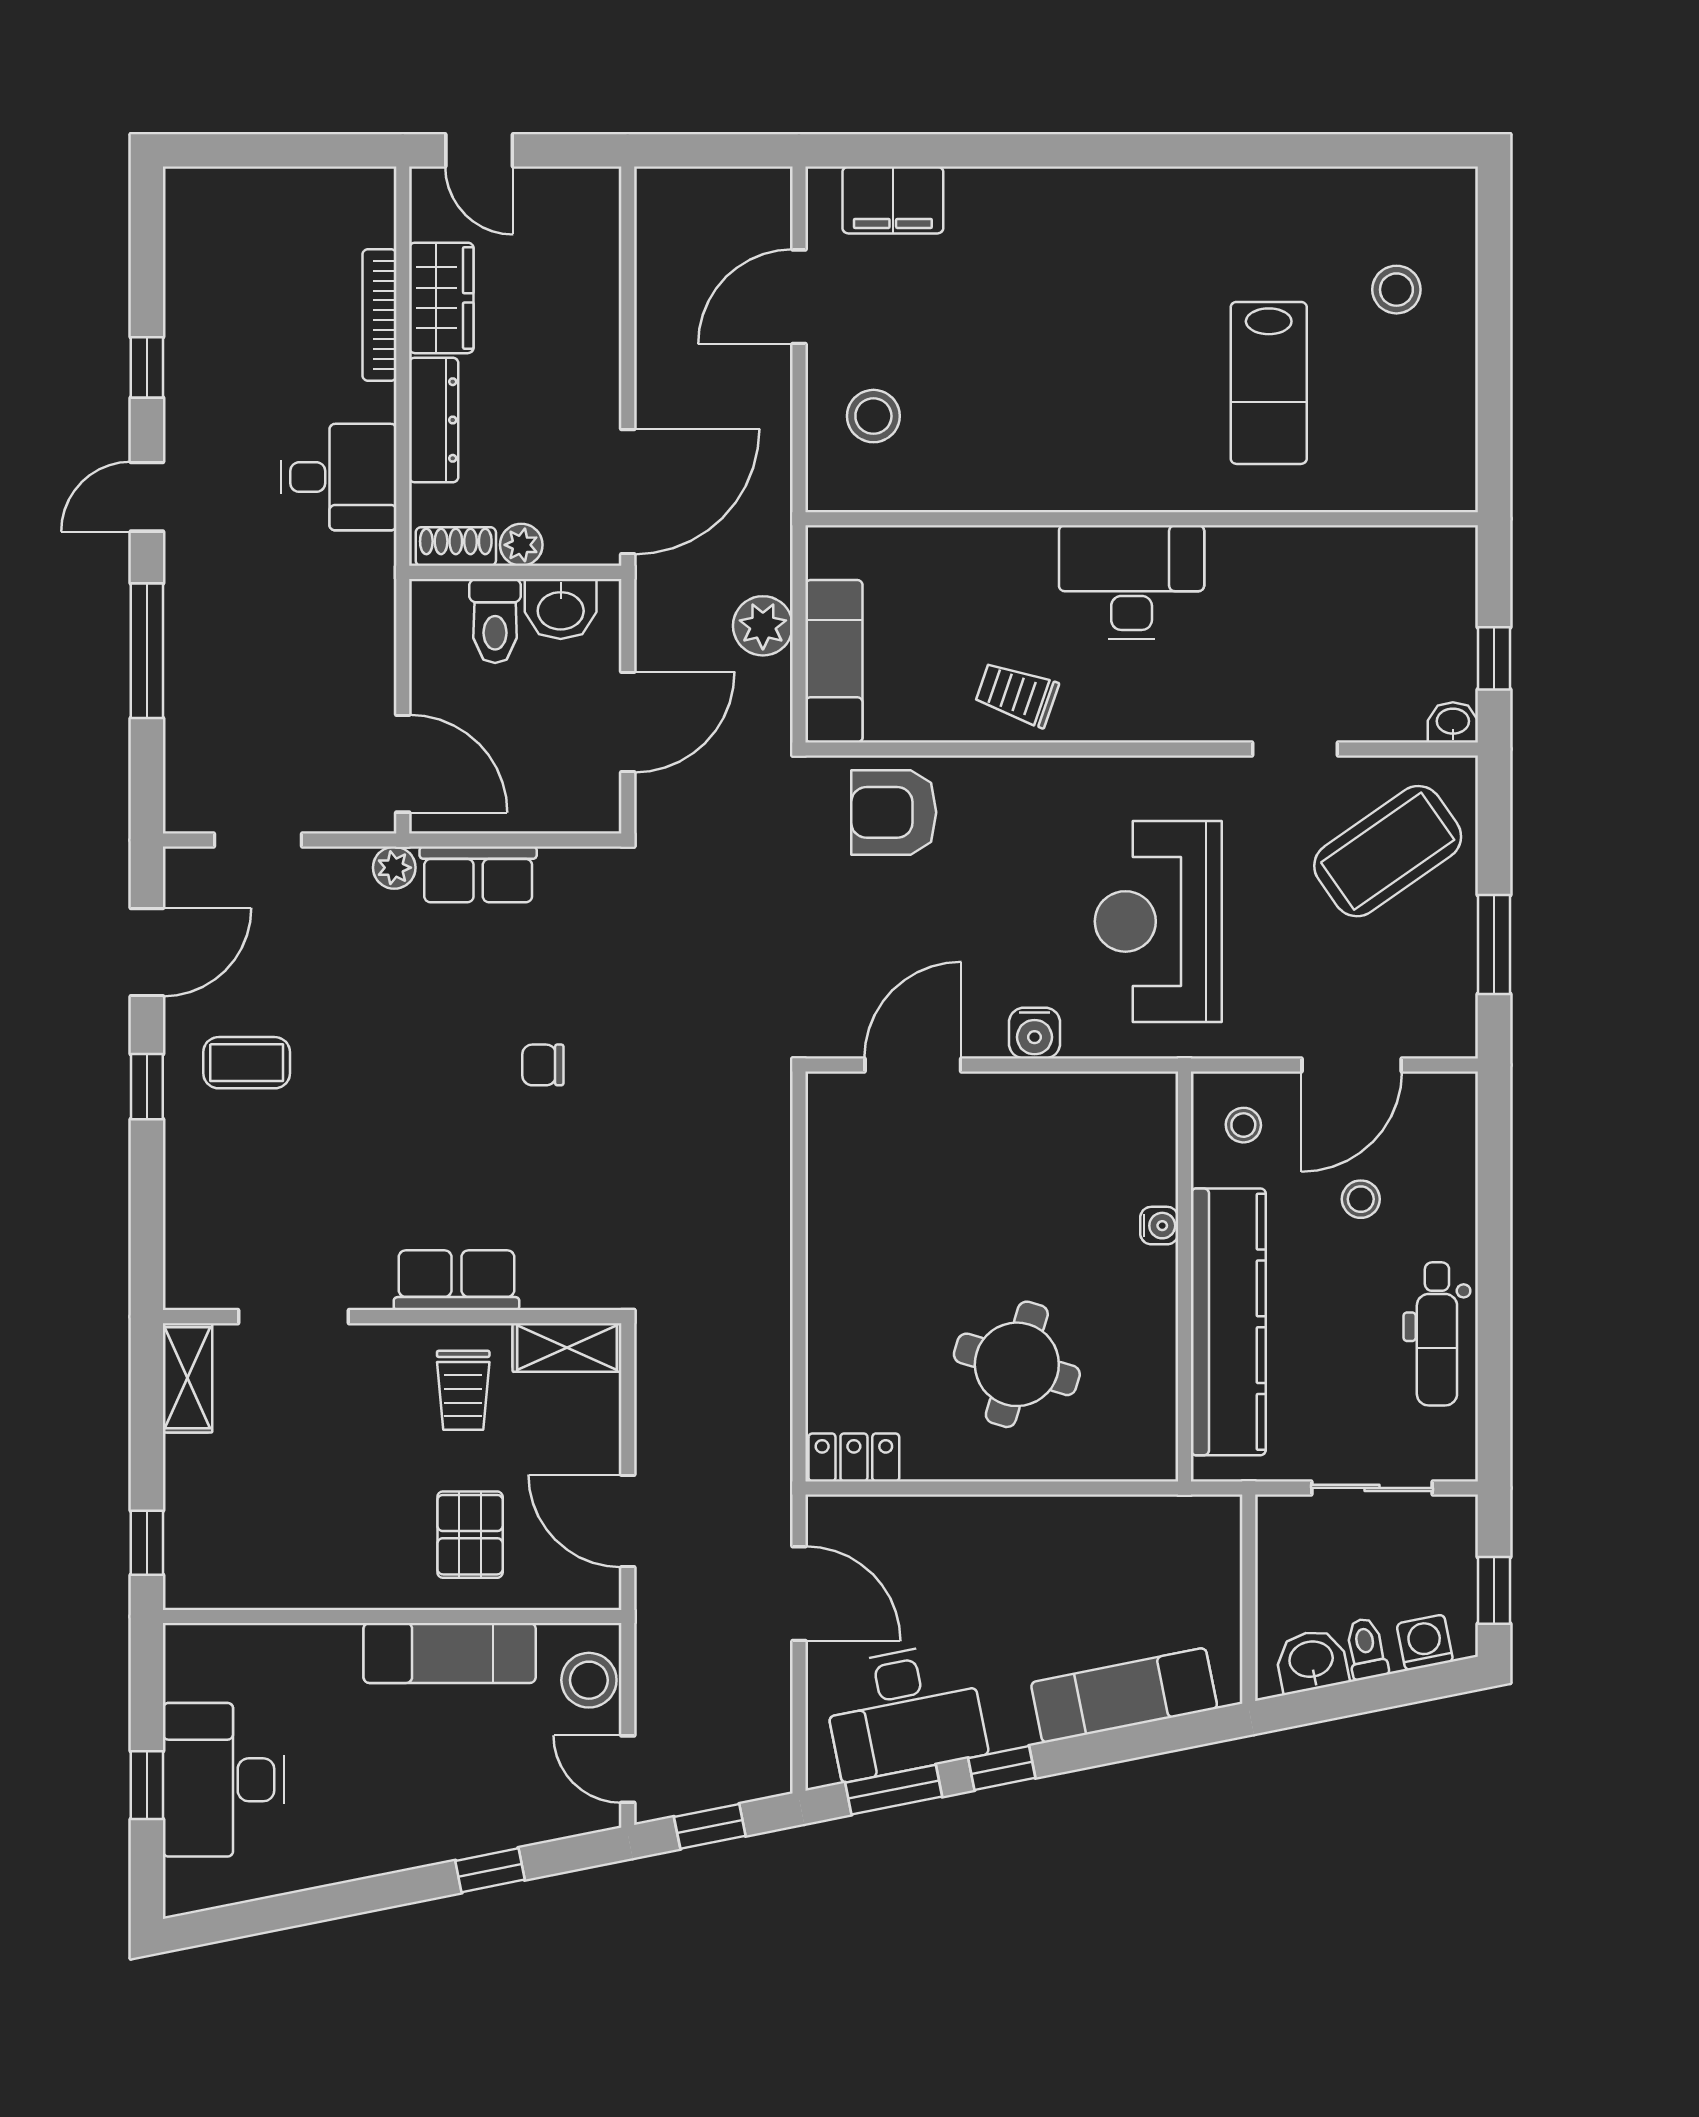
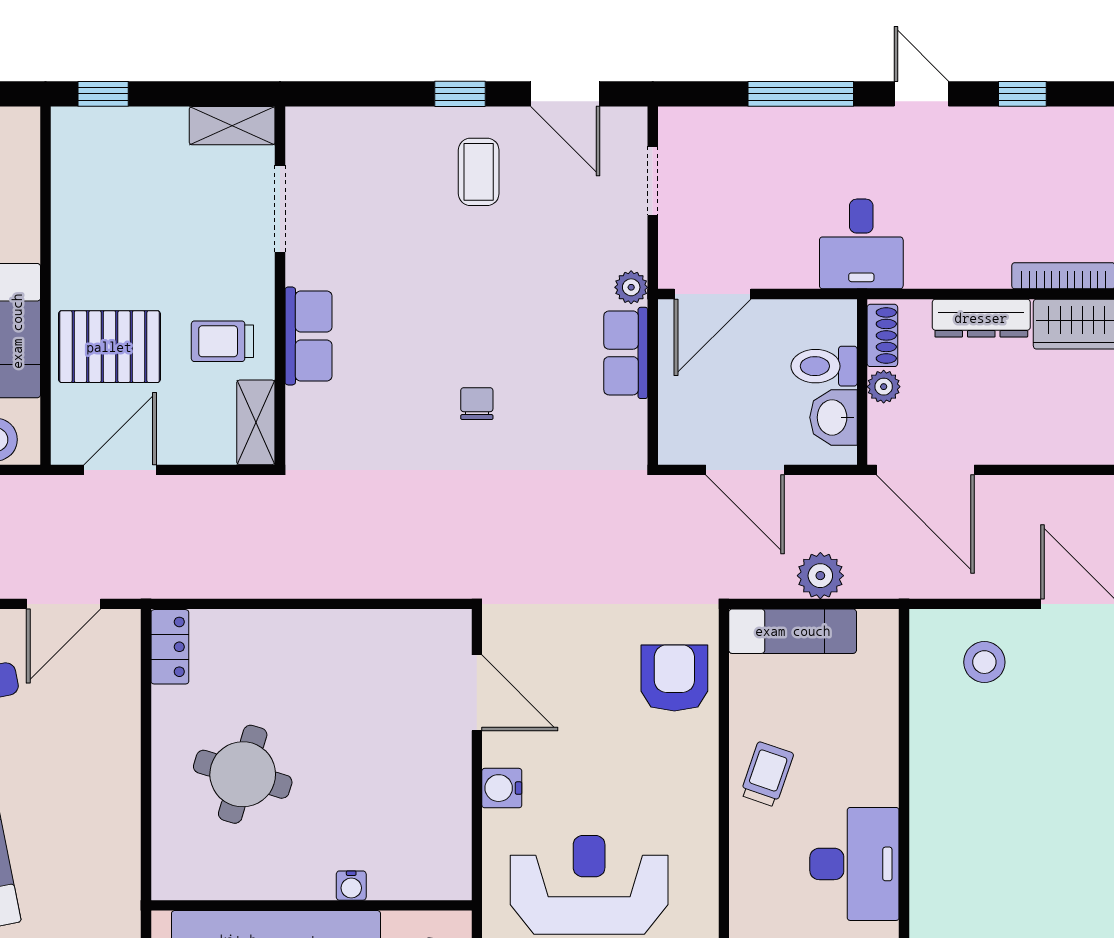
desk: (339, 477) -> (861, 244), moved
pallet: (470, 1535) -> (109, 347), width x1.50, depth x1.42

